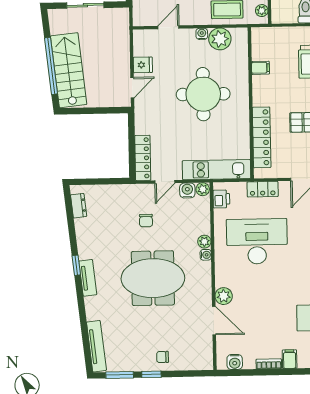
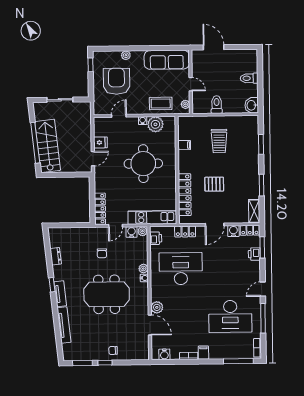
dresser: (79, 206) -> (56, 256), moved
tv unit: (96, 346) -> (64, 325), moved

